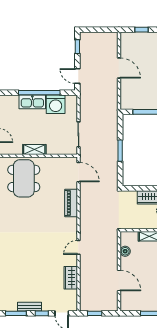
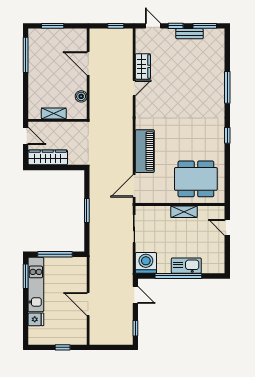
washing machine: (56, 104) -> (146, 263), moved
door: (78, 172) -> (134, 186), hinge flipped
dining table: (24, 178) -> (196, 179), turned 90
piano: (71, 203) -> (145, 151), width x1.37, depth x1.33
door: (78, 247) -> (134, 88), moved

